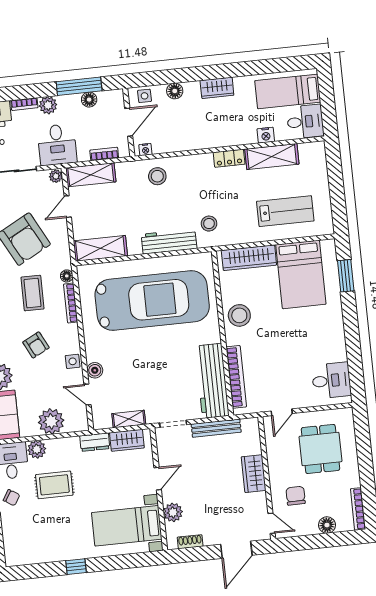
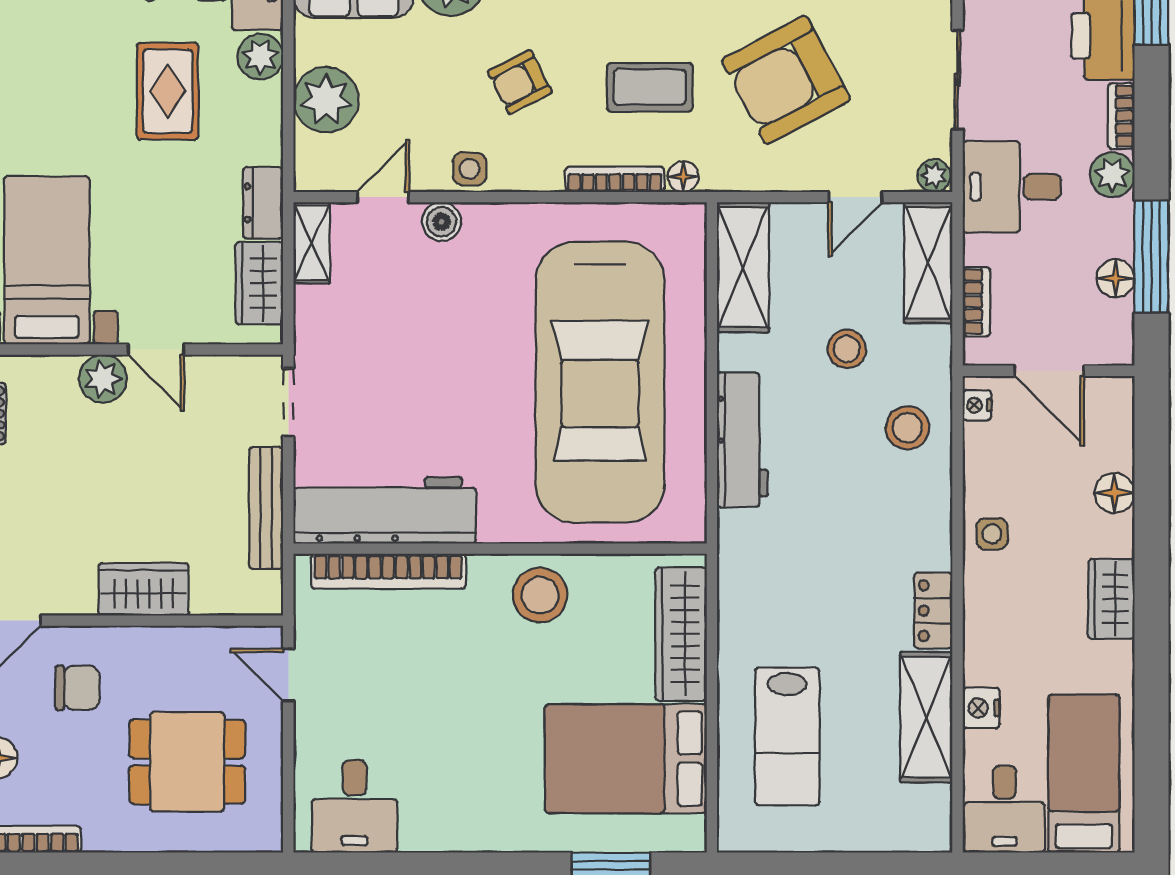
side table: (145, 96) -> (992, 534), moved
door: (68, 207) -> (855, 197), swing flipped
stool: (209, 224) -> (847, 349), moved
shelving: (129, 419) -> (312, 243), moved
plant: (173, 512) -> (103, 379), moved

